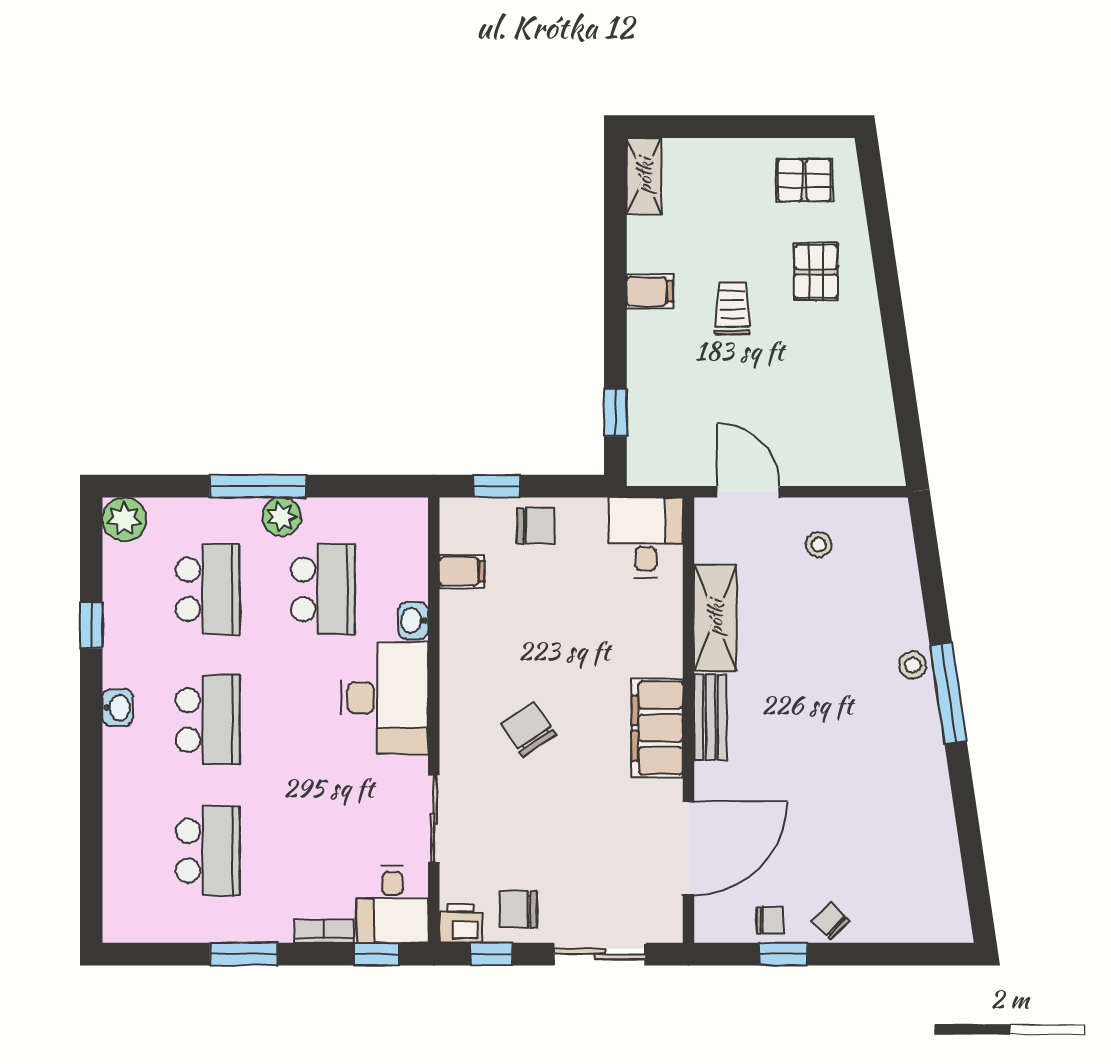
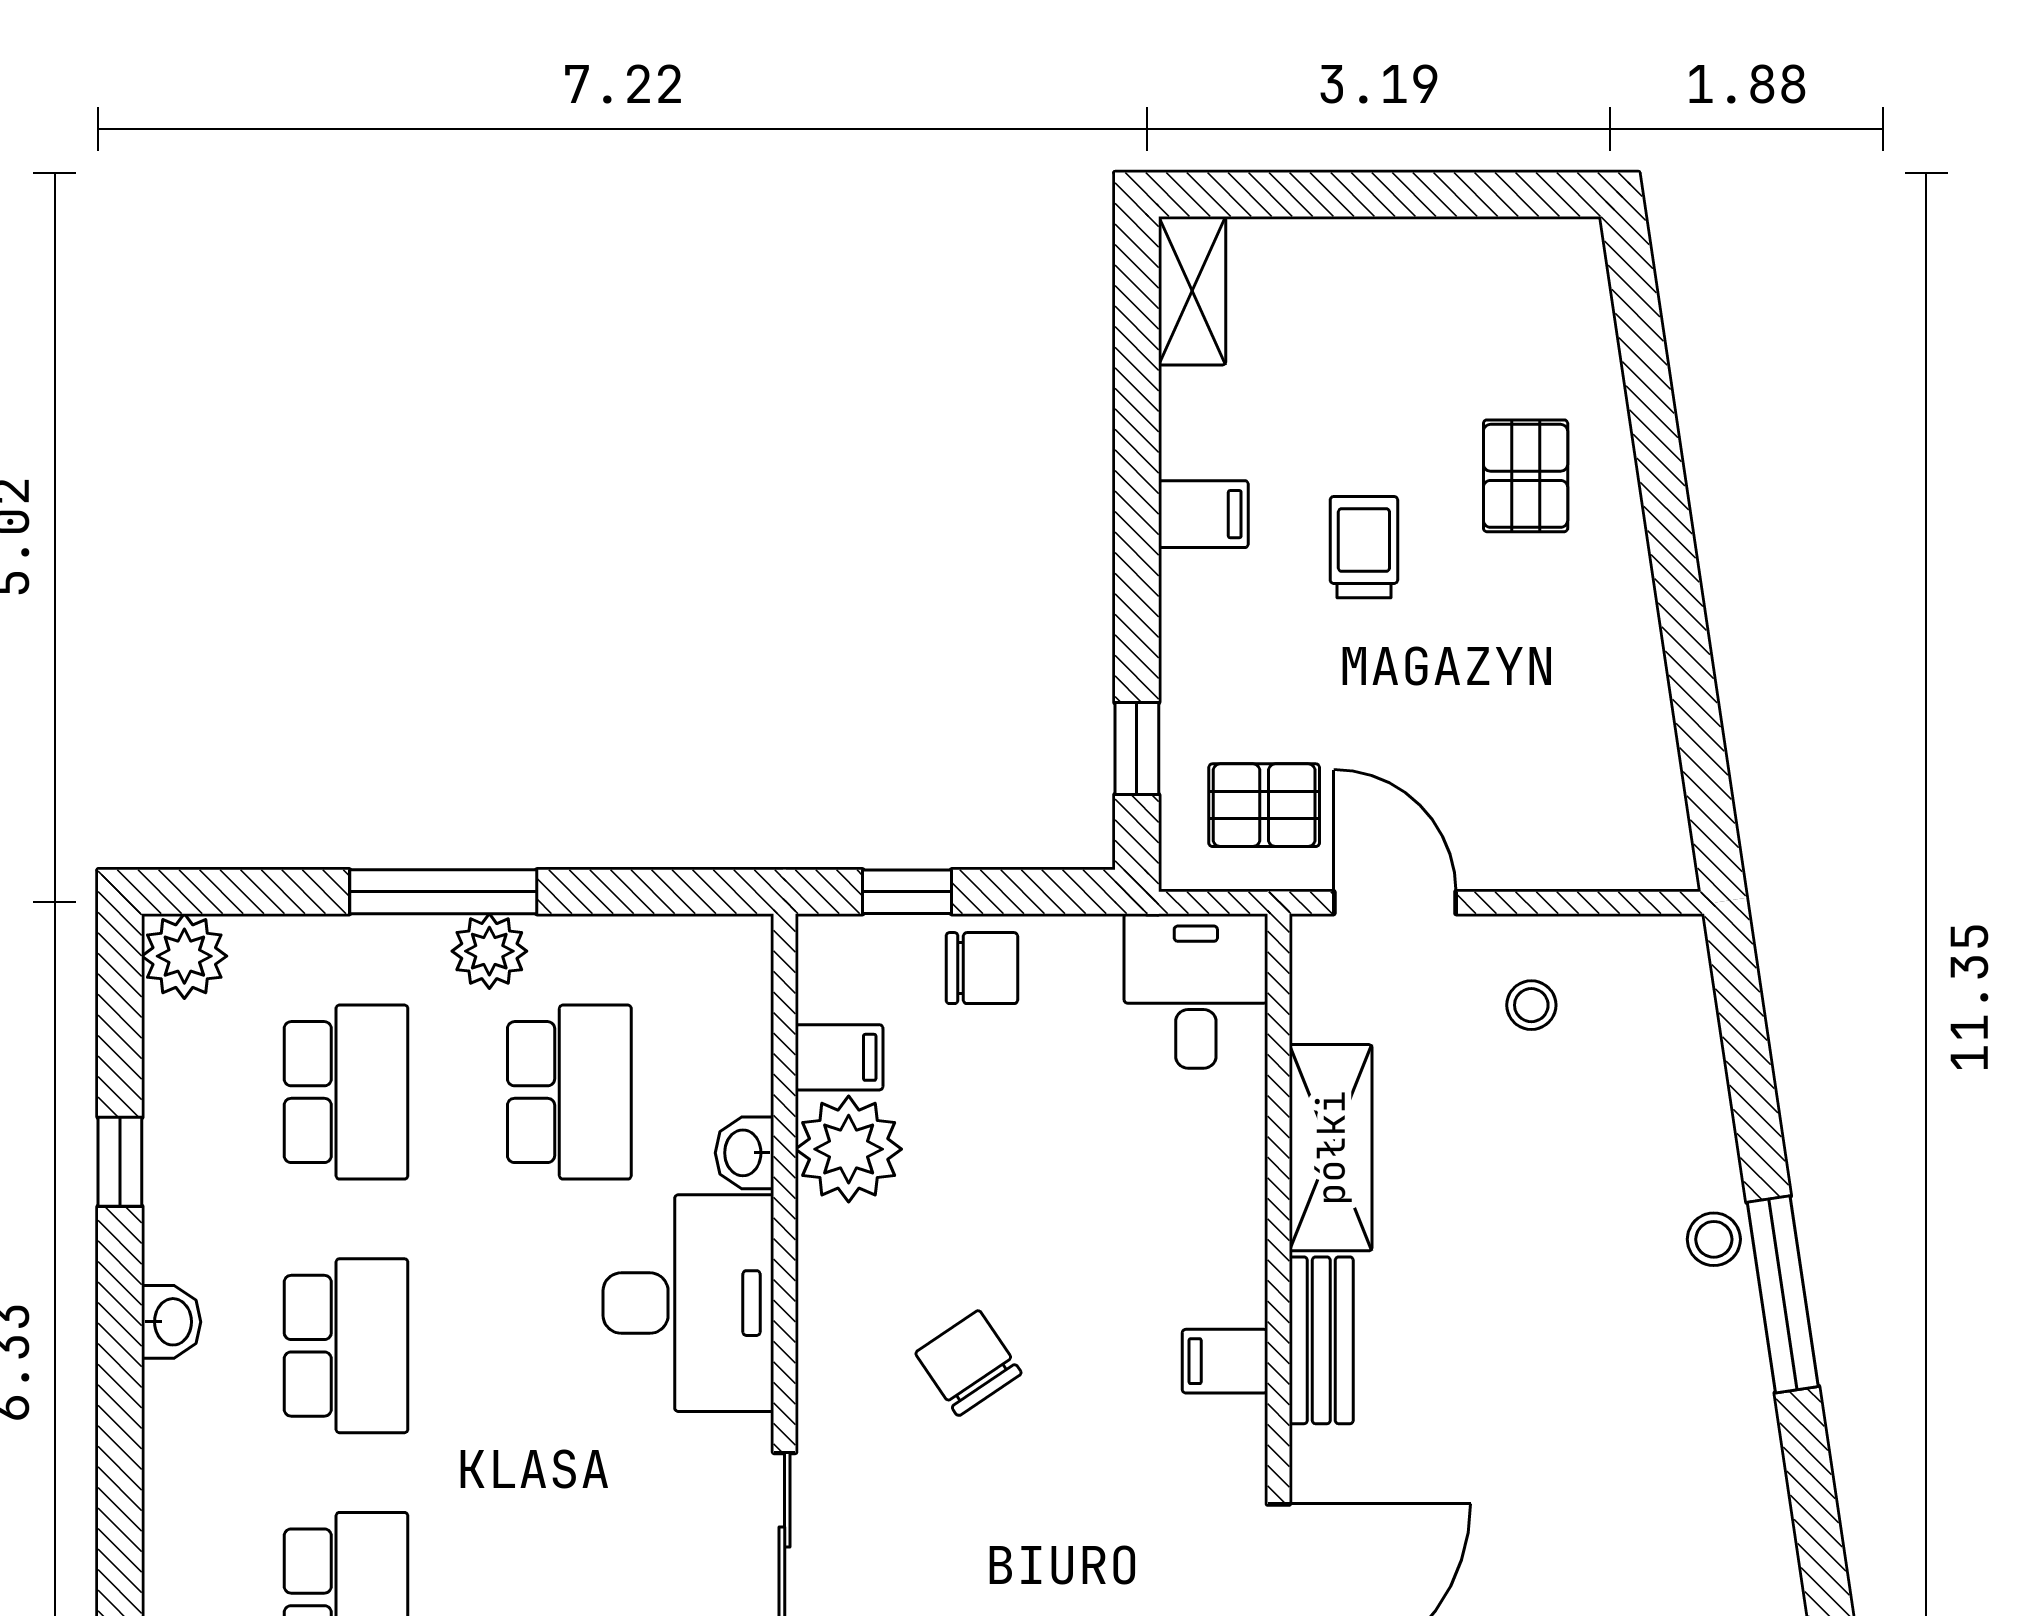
pallet: (804, 180) -> (1264, 805), moved
plant: (467, 619) -> (849, 1149), added
filing cabinet: (657, 728) -> (1225, 1361), width x0.33, depth x0.86

